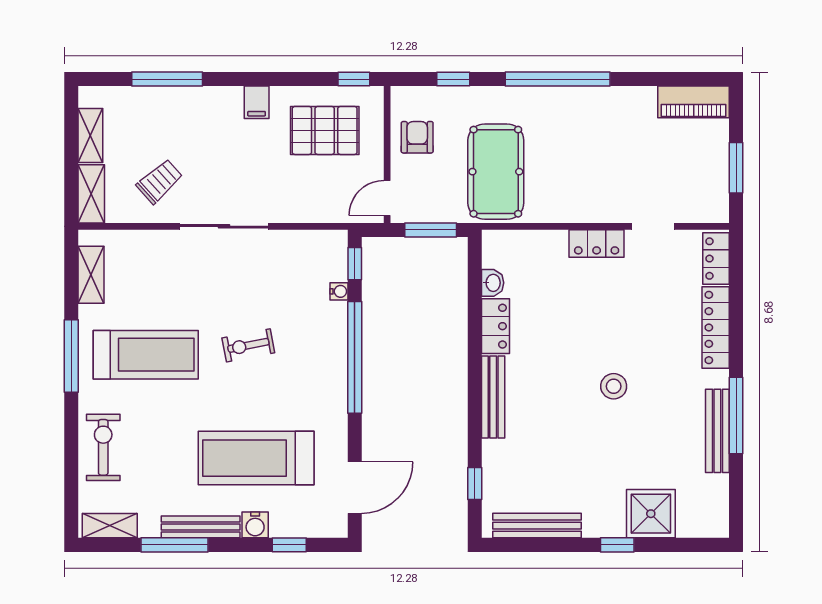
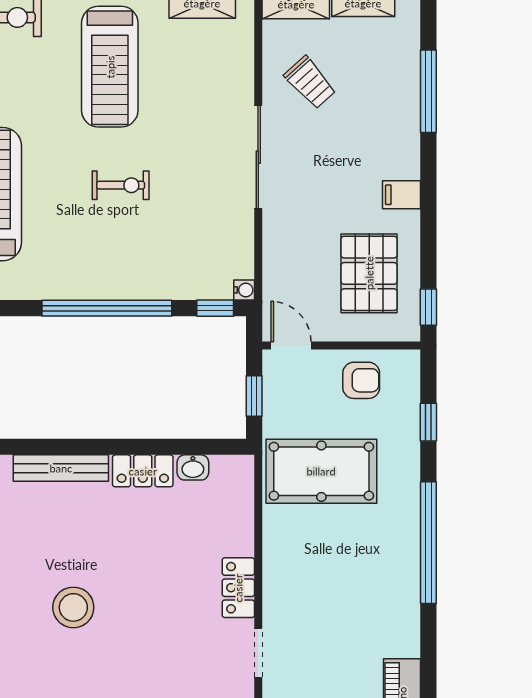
window: (431, 230) -> (254, 396), width x0.67
water cooler: (339, 291) -> (244, 290), moved, turned -90
exercise bike: (248, 345) -> (121, 185), turned 101
stool: (614, 386) -> (73, 607), width x1.38, depth x1.38

